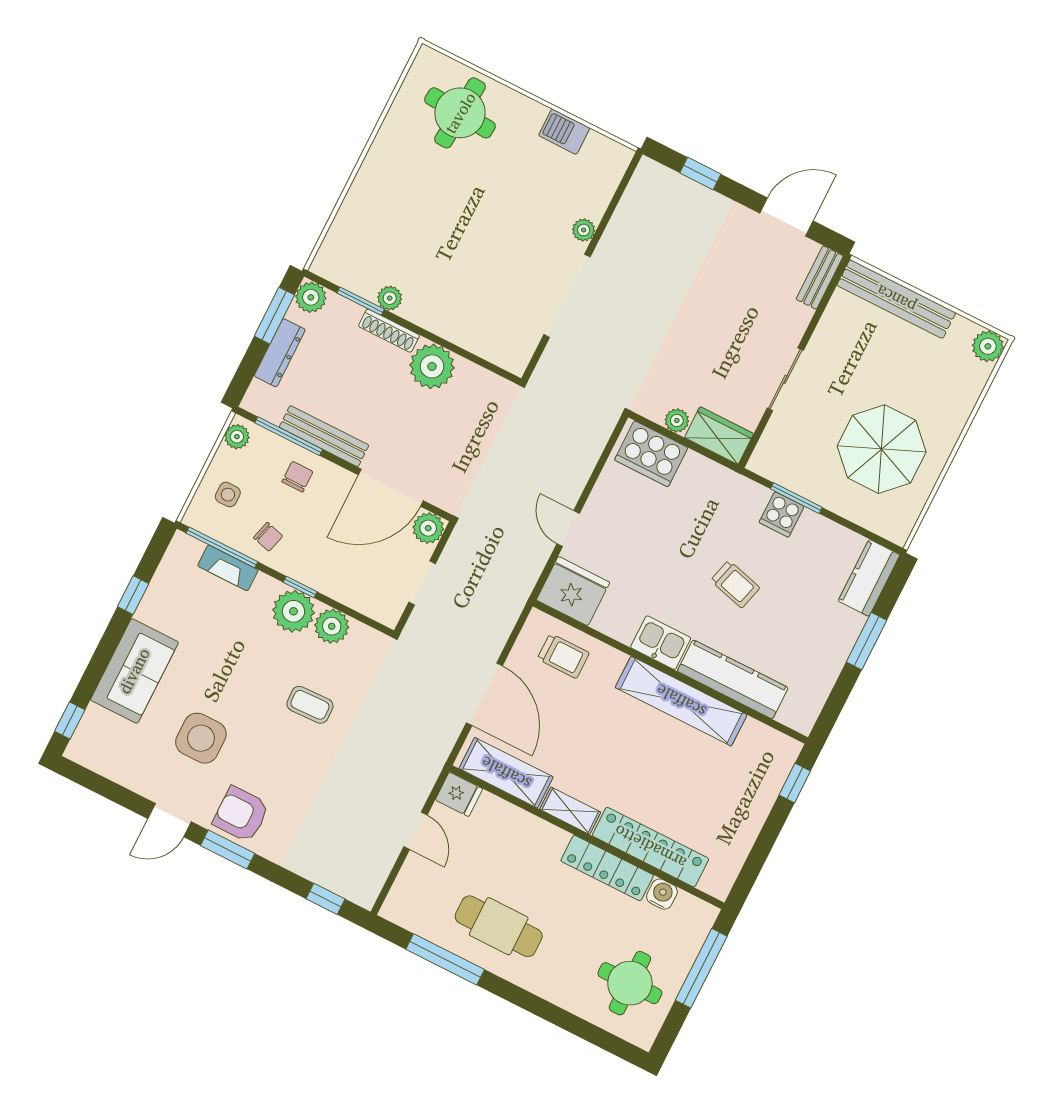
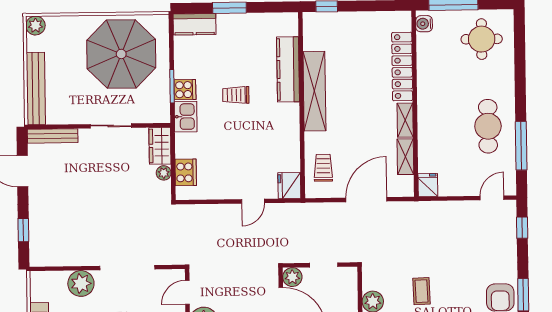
plant: (584, 230) -> (81, 283), width x1.88, depth x1.88
bench: (820, 278) -> (53, 136), width x1.36
door: (486, 364) -> (187, 292), added
parasol: (882, 449) -> (121, 54), width x1.36, depth x1.36
cooker: (651, 454) -> (186, 172), width x0.73, depth x0.76
trolley: (735, 584) -> (236, 95), turned -105
fridge: (573, 591) -> (289, 185), width x0.73, depth x0.75
kitchen sink: (661, 643) -> (186, 117), moved, turned 180
shelving: (506, 773) -> (405, 157), width x0.67, depth x0.75
door: (415, 831) -> (492, 198), moved
locker: (607, 868) -> (426, 84), removed
water cooler: (662, 894) -> (424, 24), moved

